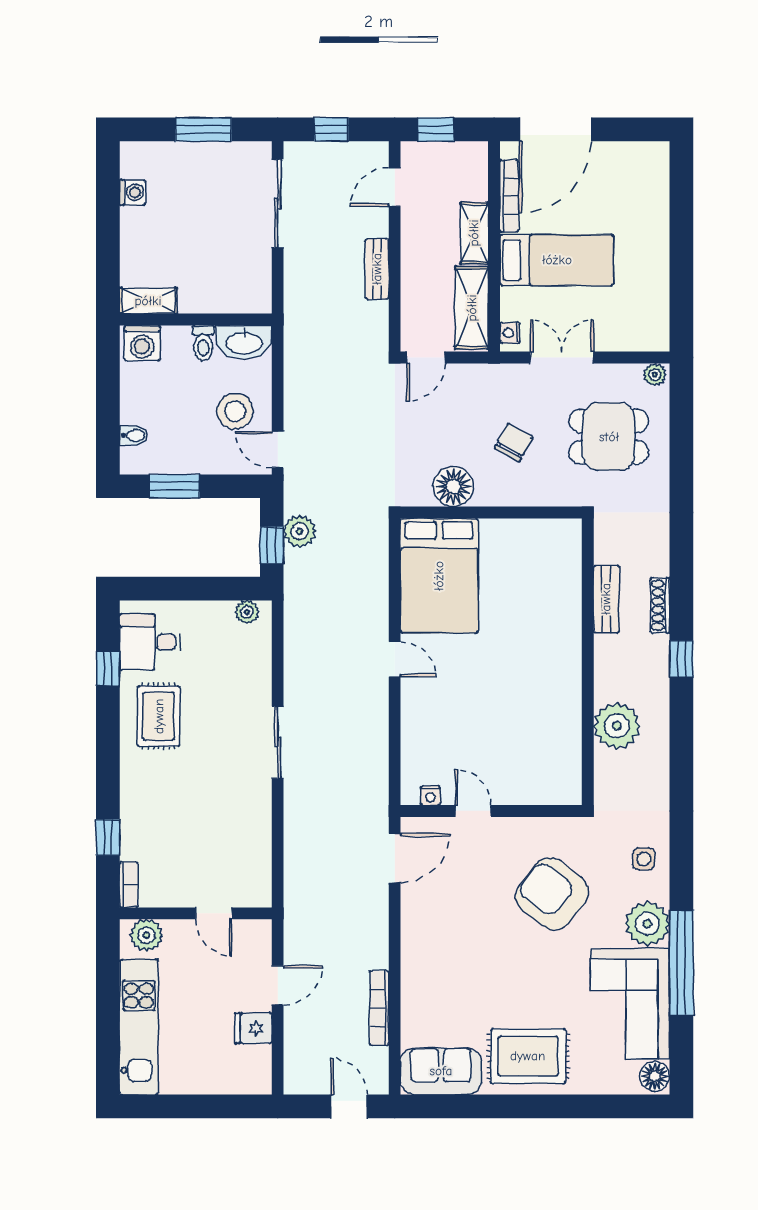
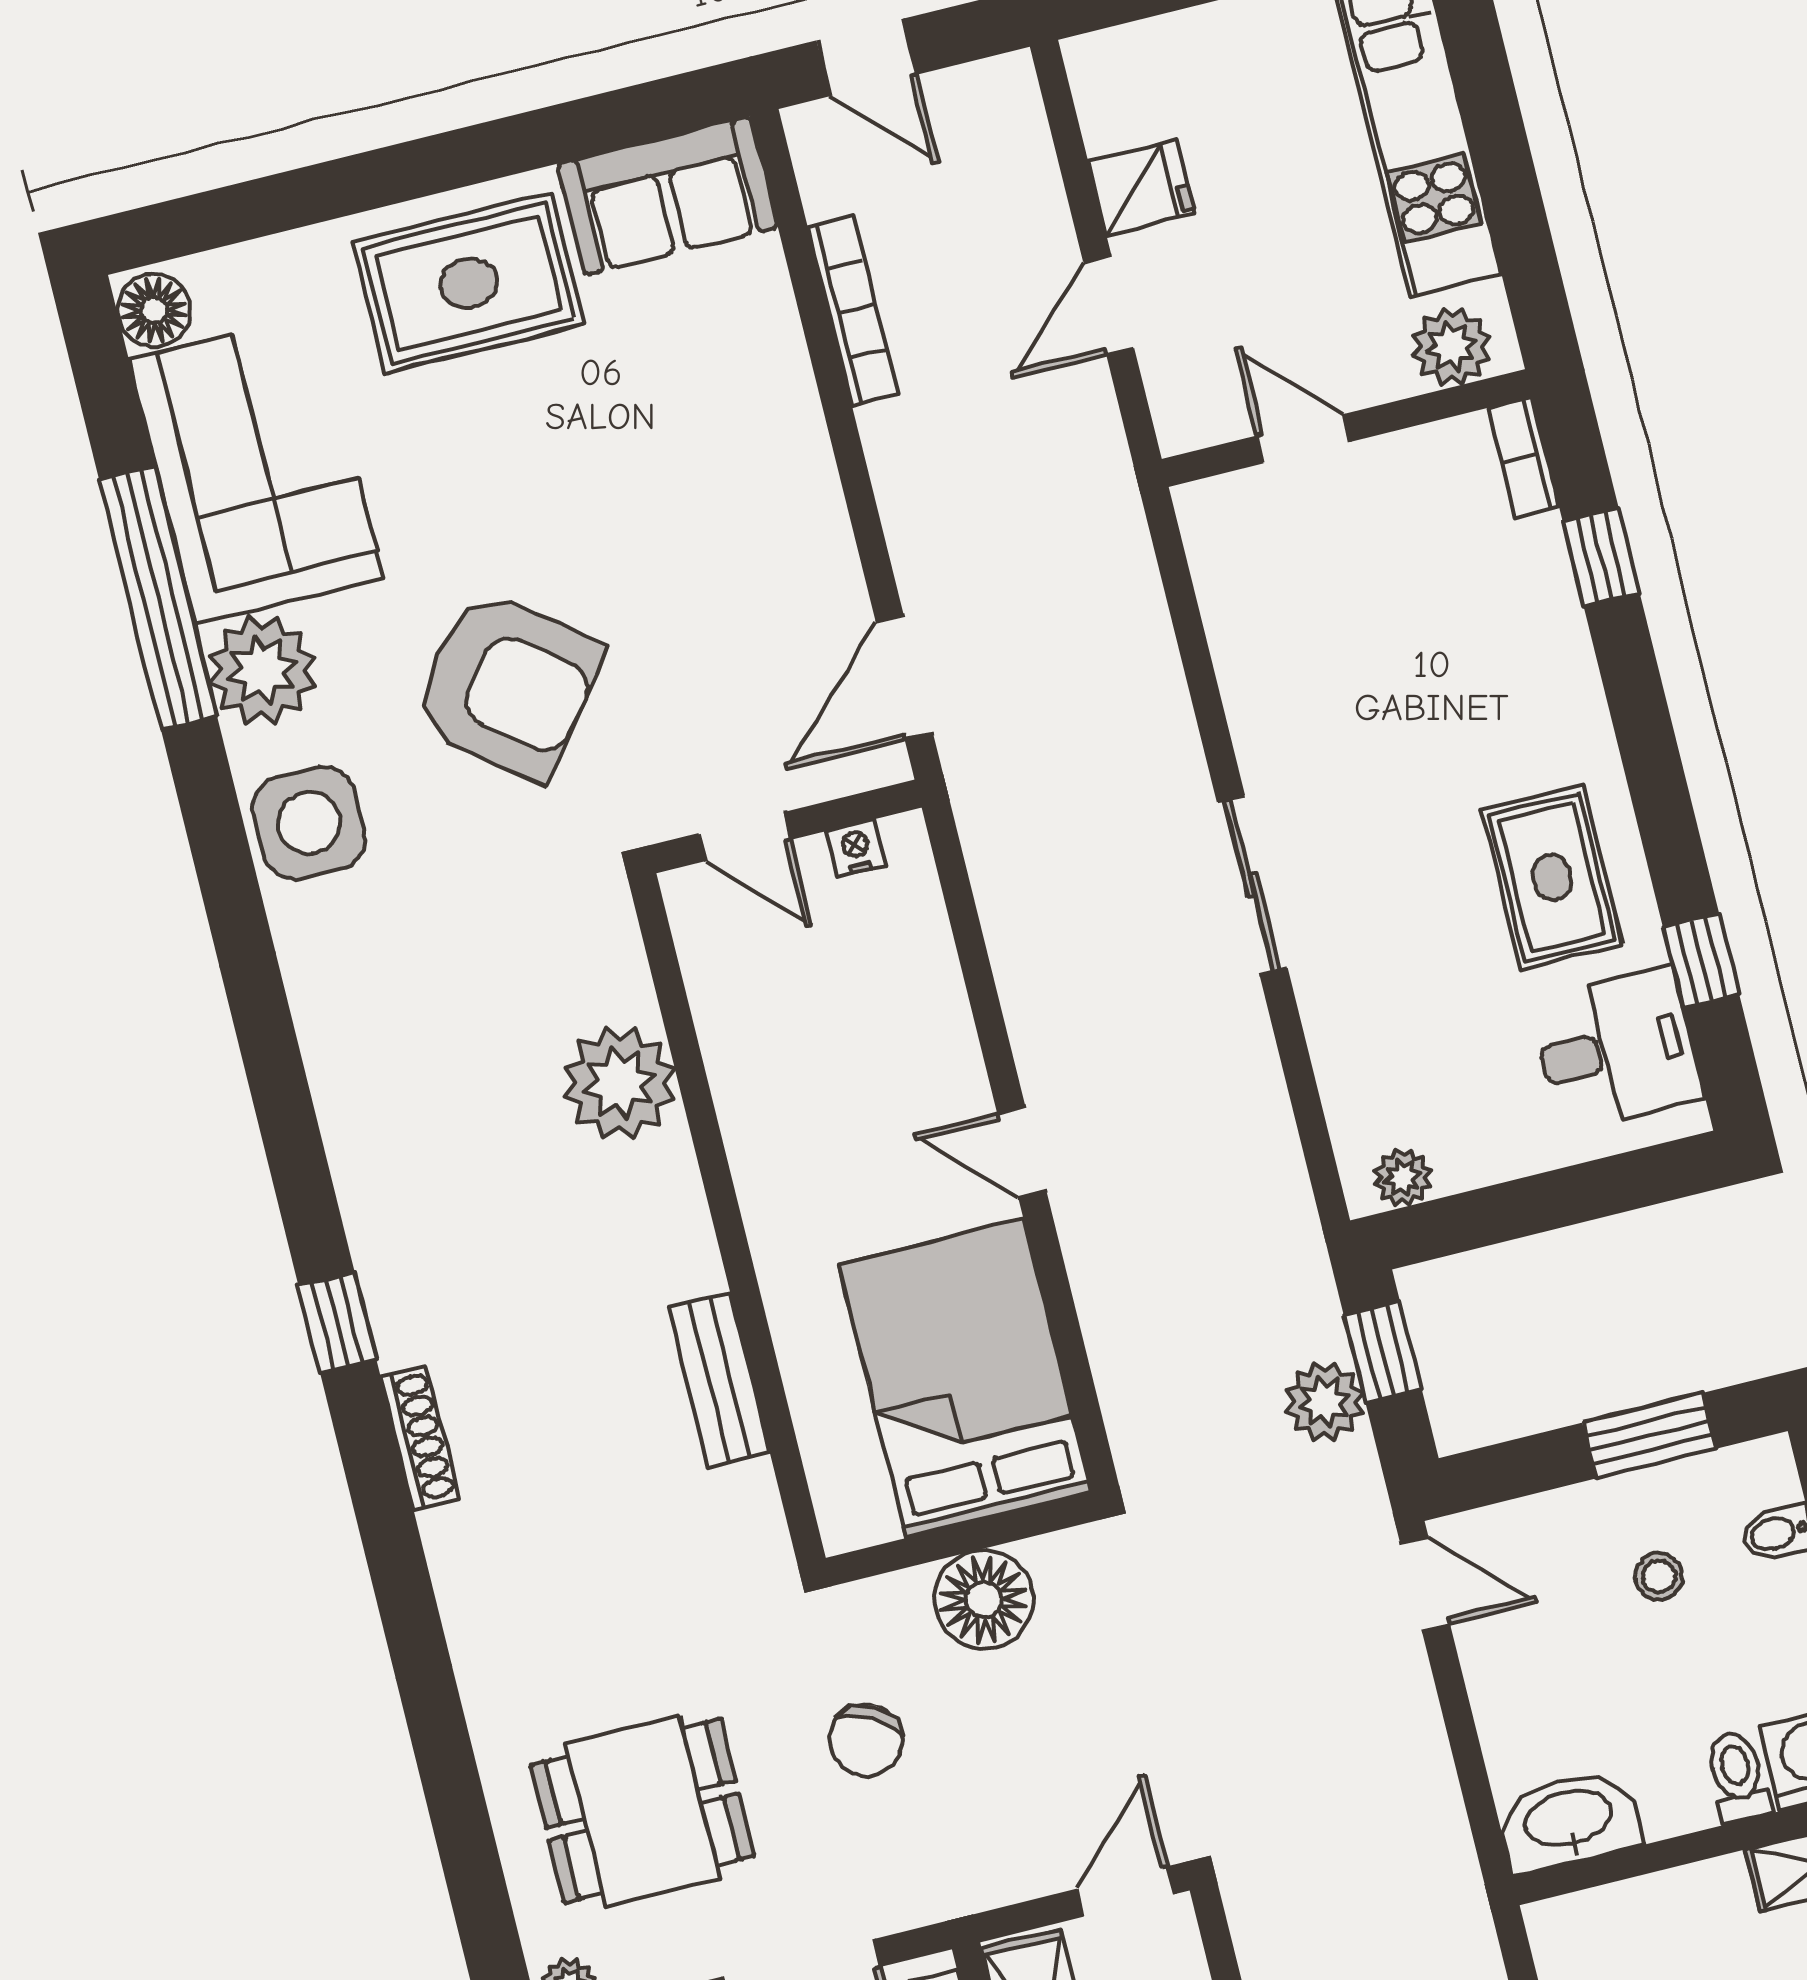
toilet: (203, 343) -> (1738, 1777), moved
stool: (235, 411) -> (1659, 1576), moved, width x0.53, depth x0.53
bench: (606, 599) -> (719, 1380), moved
wall: (588, 662) -> (727, 1219), moved
plant: (617, 726) -> (619, 1083), moved
side table: (644, 859) -> (309, 823), width x1.87, depth x1.87

